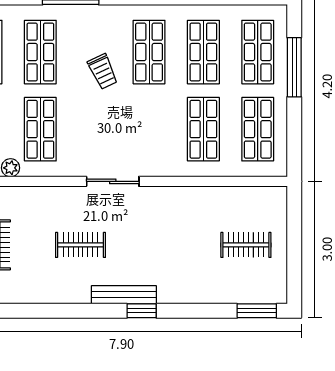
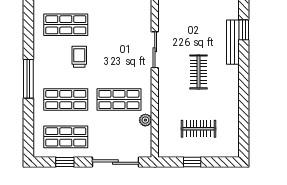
trolley: (103, 71) -> (79, 57), turned -65

